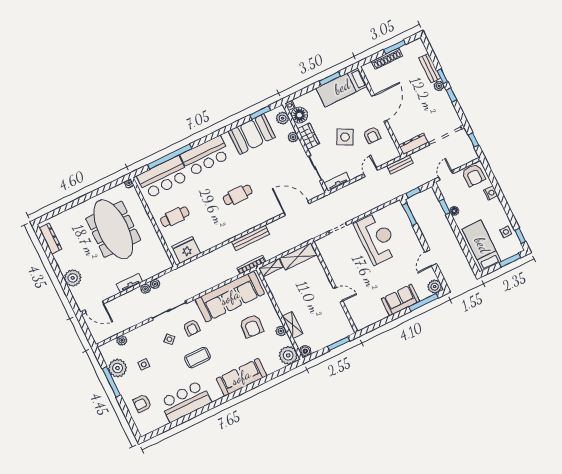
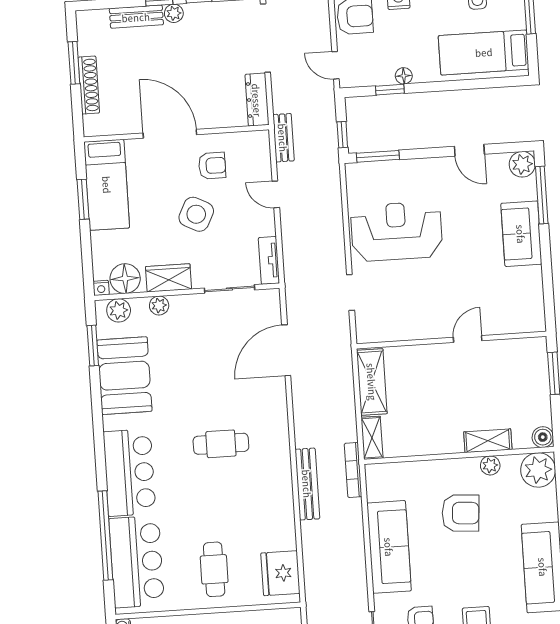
cafe table: (238, 195) -> (221, 444), turned 90
bench: (251, 238) -> (307, 484), moved
sofa: (230, 297) -> (389, 547), width x0.74, depth x0.79

